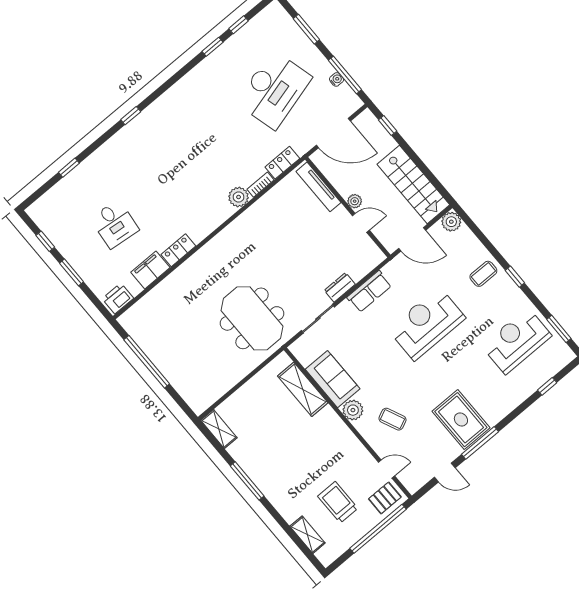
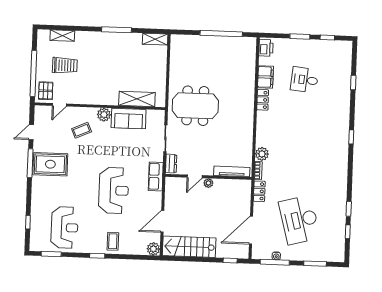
tv unit: (319, 187) -> (232, 171), moved
plant: (355, 201) -> (208, 183), moved
wall: (348, 207) -> (208, 177), moved
door: (361, 223) -> (195, 176), moved

